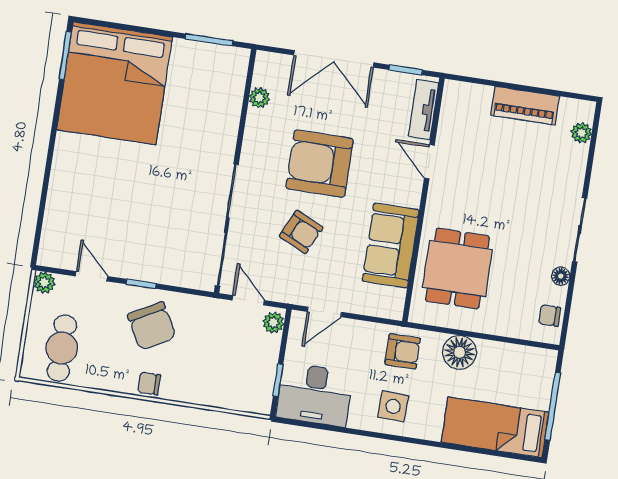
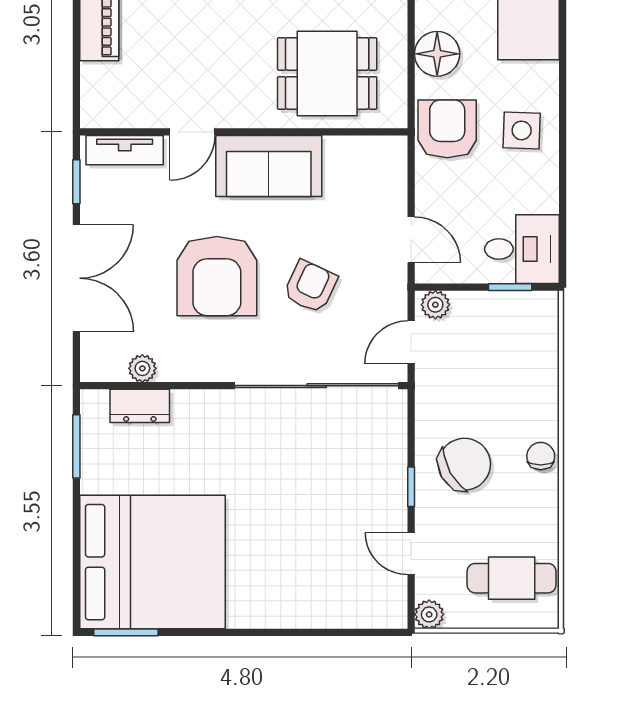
dresser: (232, 92) -> (140, 406), added
sofa: (391, 245) -> (269, 166), moved
door: (91, 276) -> (411, 554), hinge flipped
armchair: (403, 351) -> (447, 129), width x1.38, depth x1.38
chair: (149, 384) -> (541, 456), turned 180
desk: (315, 395) -> (522, 249), width x0.73

